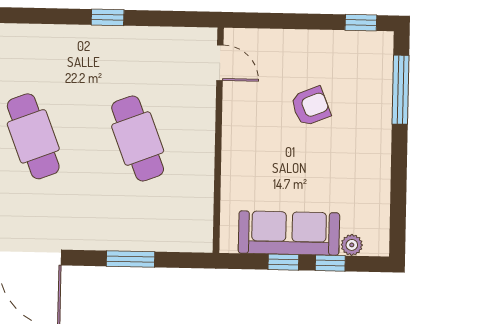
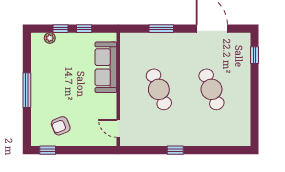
window: (400, 90) -> (27, 90), moved
armchair: (311, 106) -> (61, 126), moved
sofa: (289, 233) -> (106, 67), moved, turned 90

